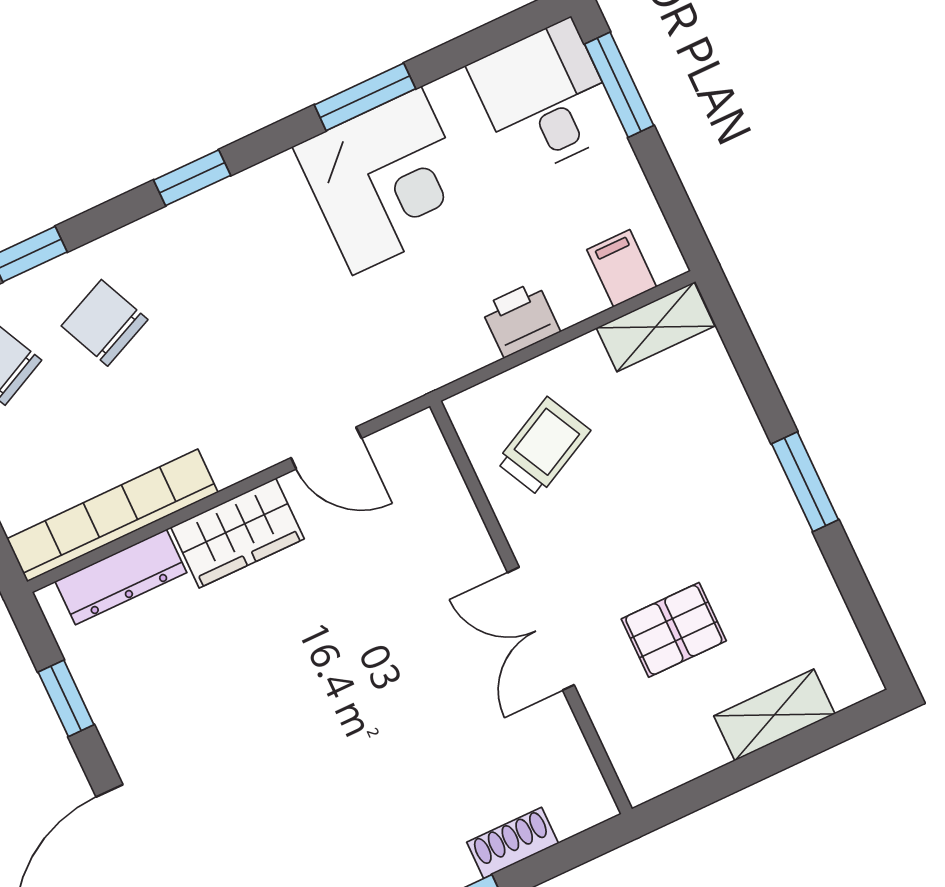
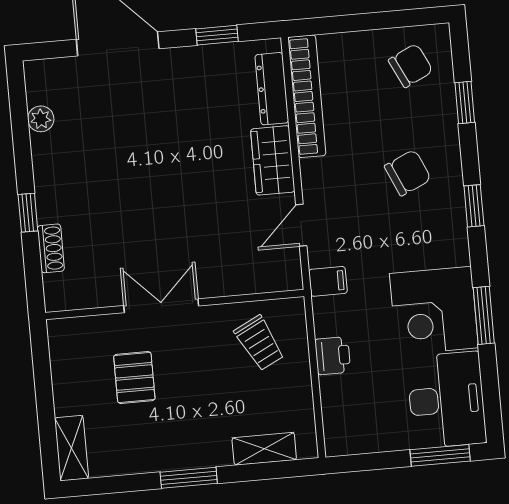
desk: (545, 98) -> (447, 400), width x1.37
filing cabinet: (622, 268) -> (328, 281), moved
chair: (105, 323) -> (408, 173), moved
shelving: (655, 327) -> (264, 449), moved, turned 90
shelving: (774, 715) -> (71, 448), moved

